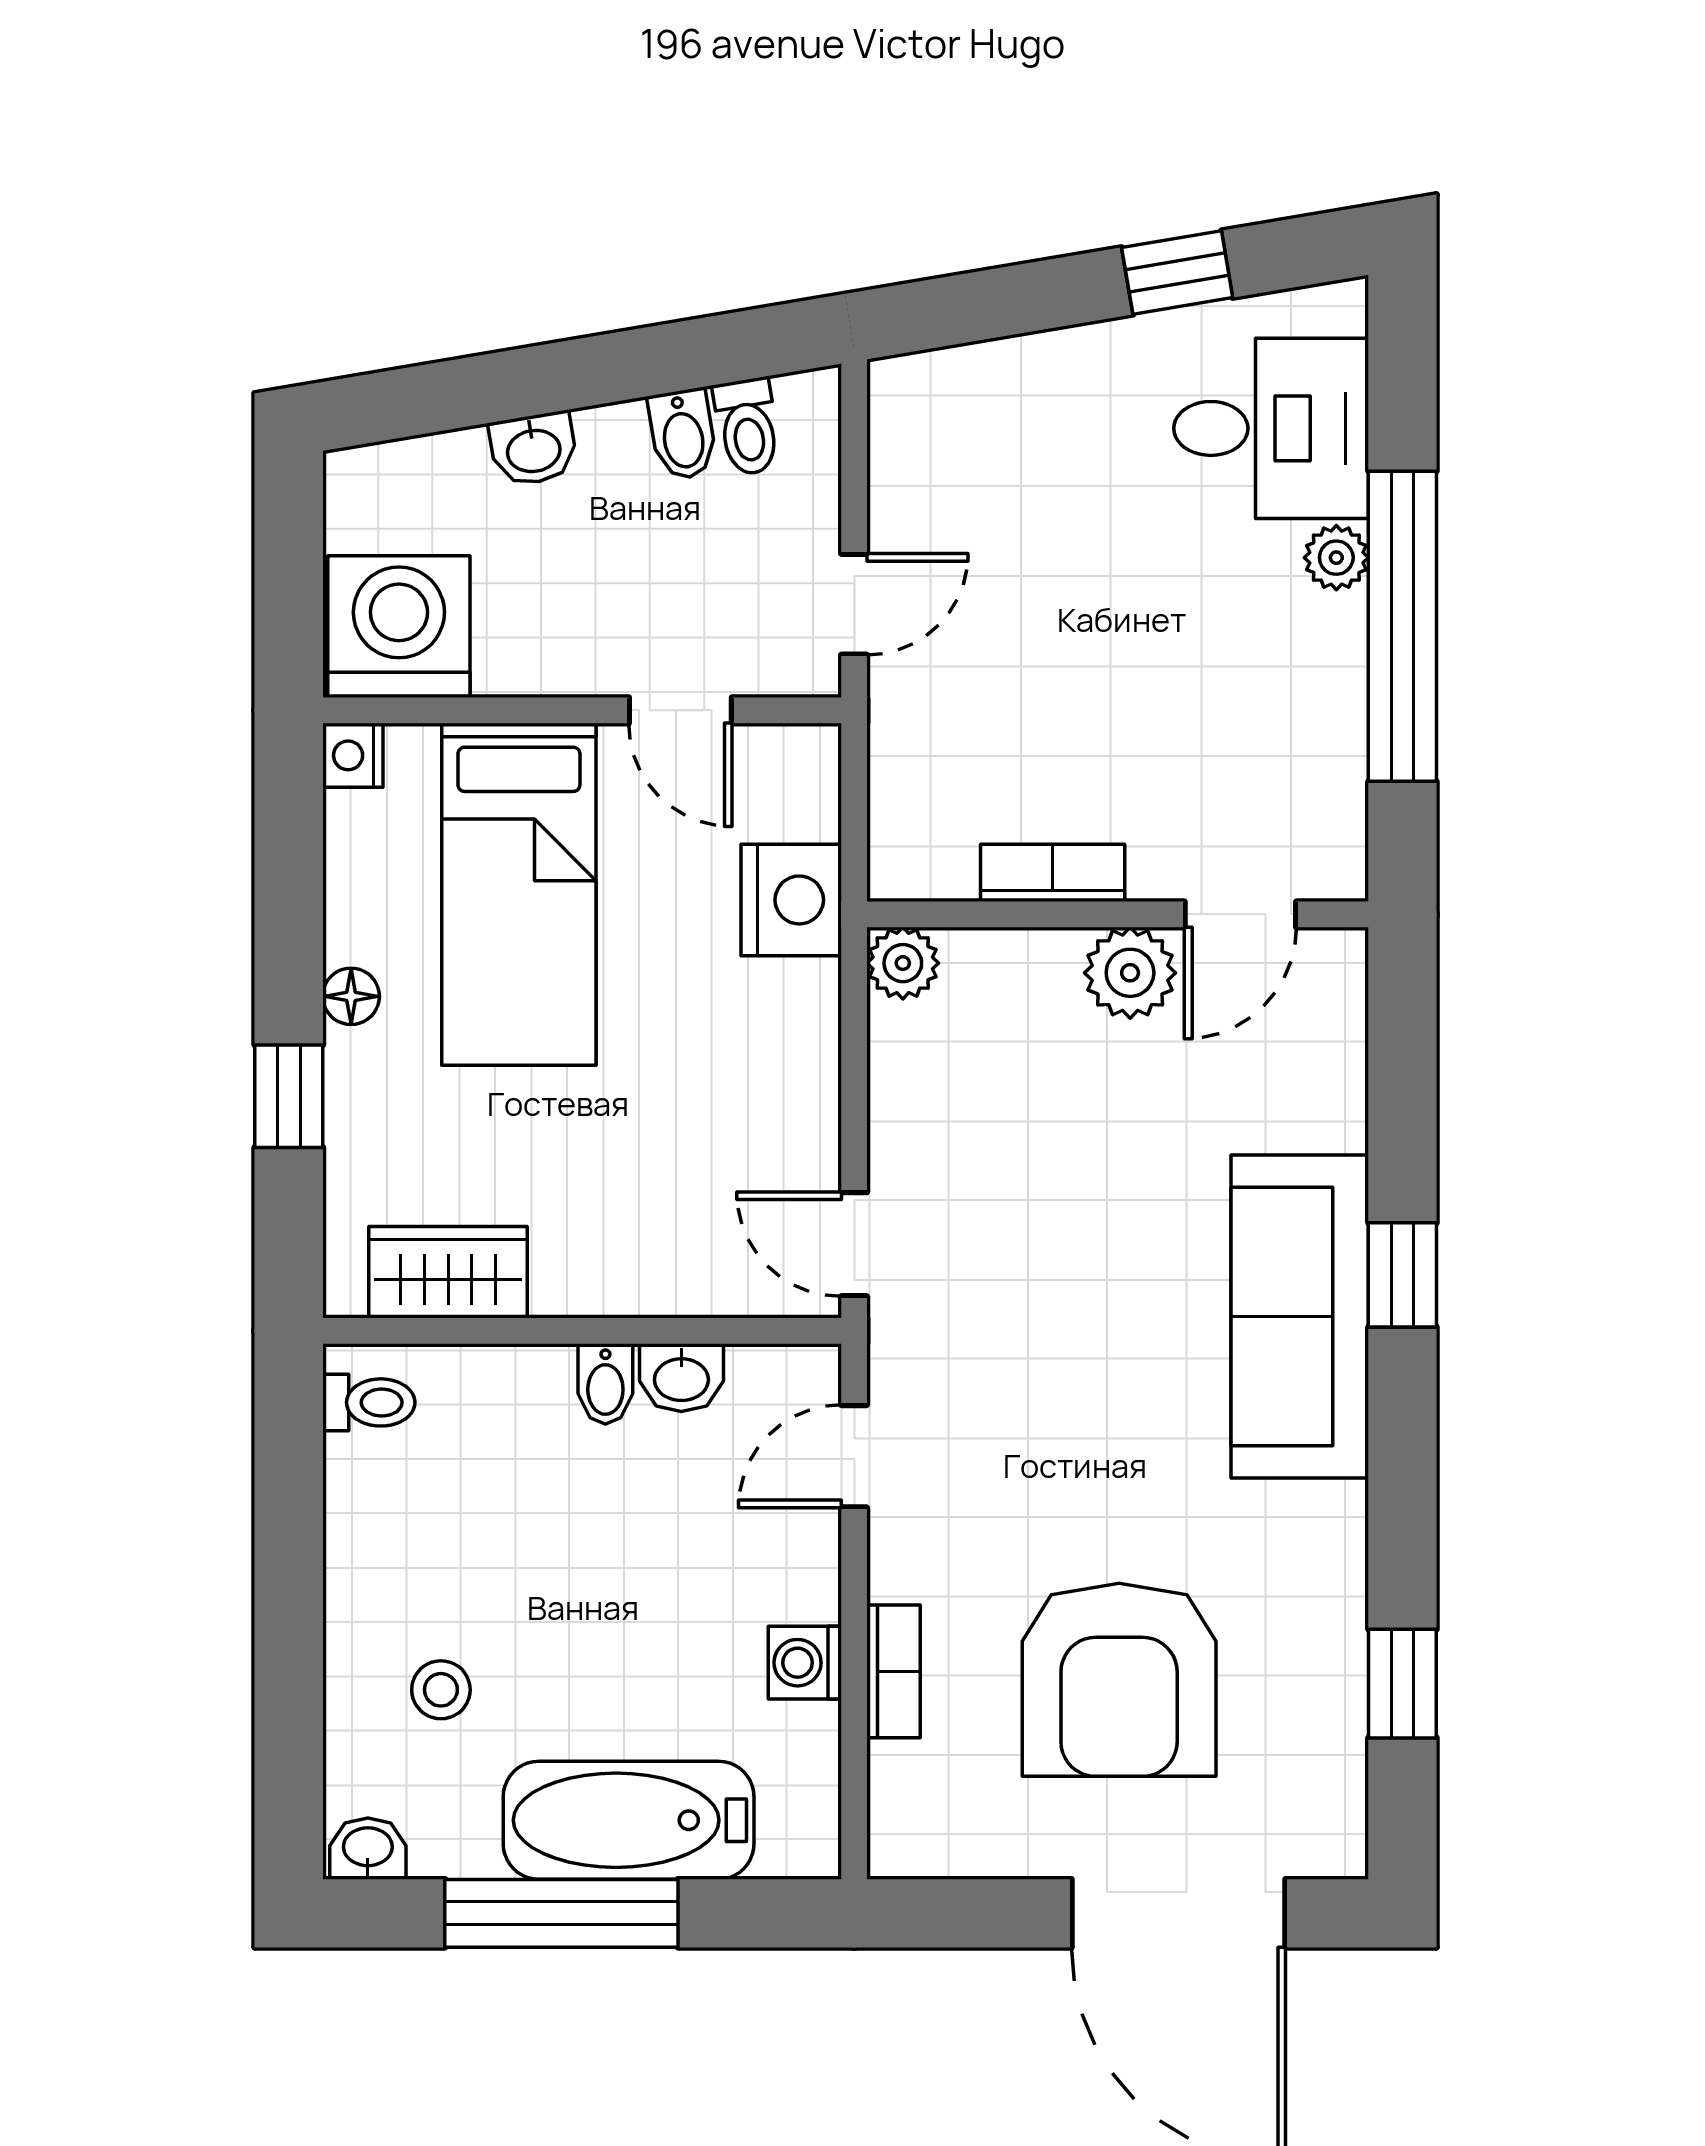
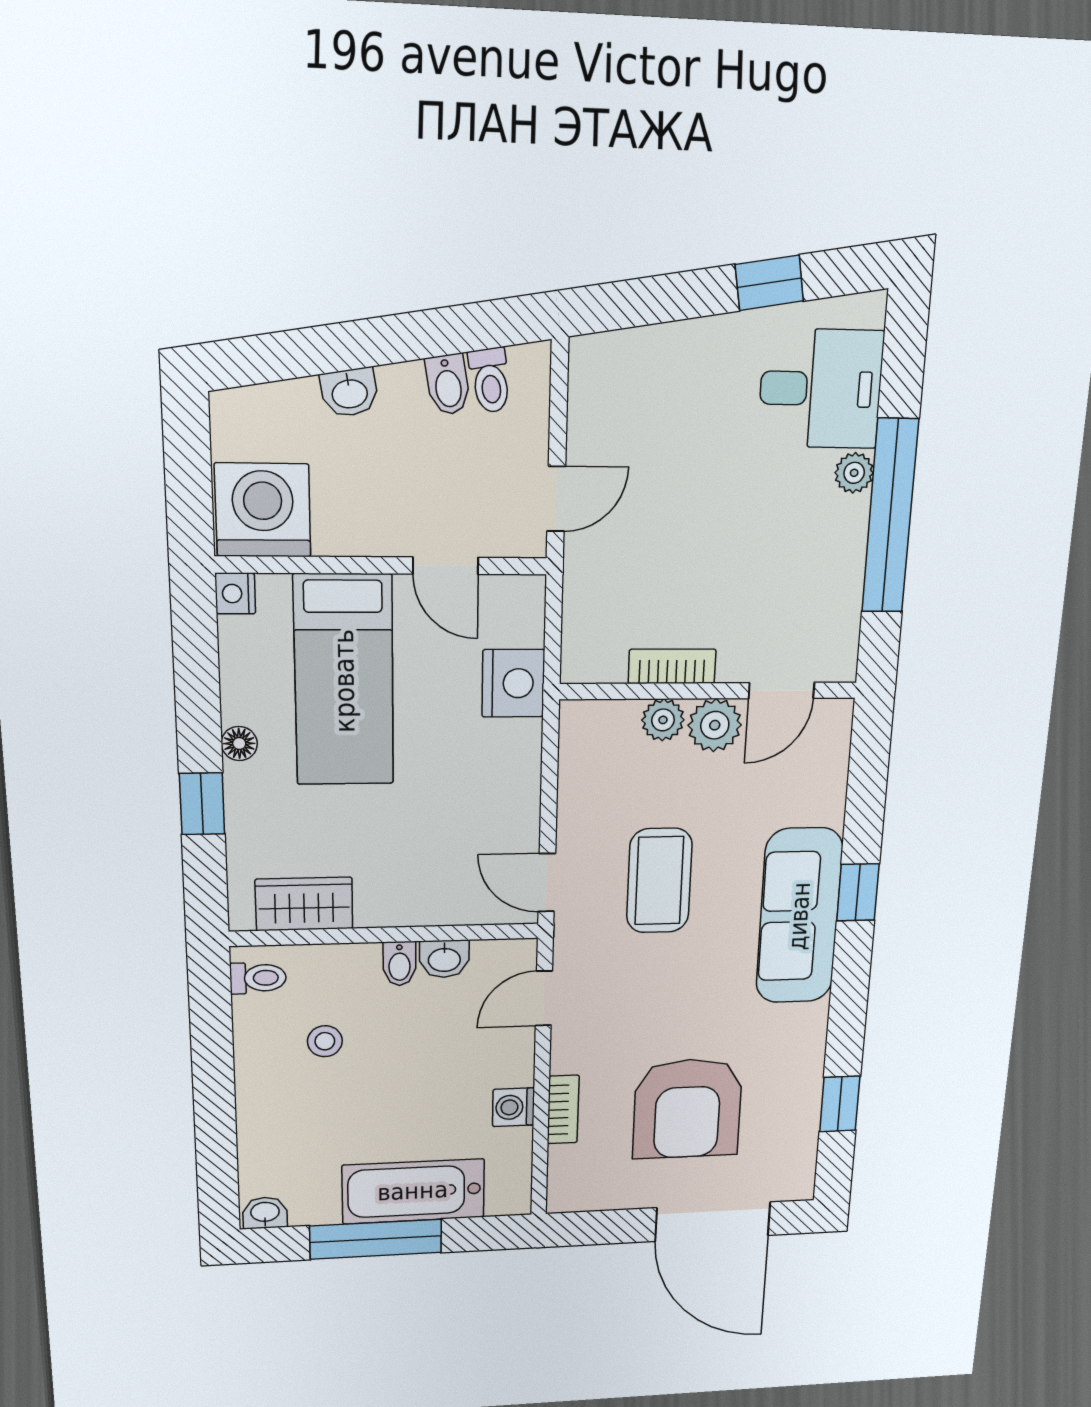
plant: (903, 963) -> (663, 720), moved
coffee table: (1048, 1245) -> (659, 881), added
stool: (441, 1690) -> (325, 1041), moved

